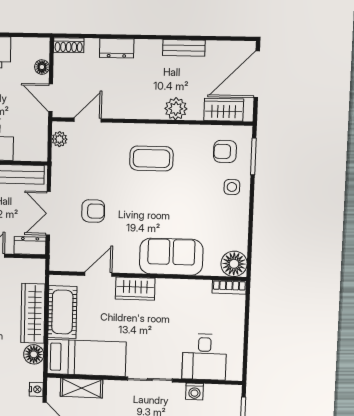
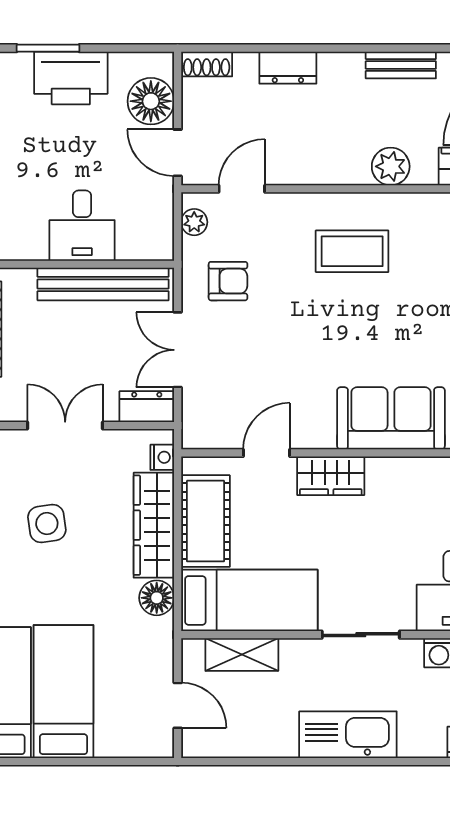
floor lamp: (42, 67) -> (151, 101), width x1.89, depth x1.89
armchair: (93, 211) -> (228, 281), moved
nightstand: (36, 389) -> (162, 457), moved

